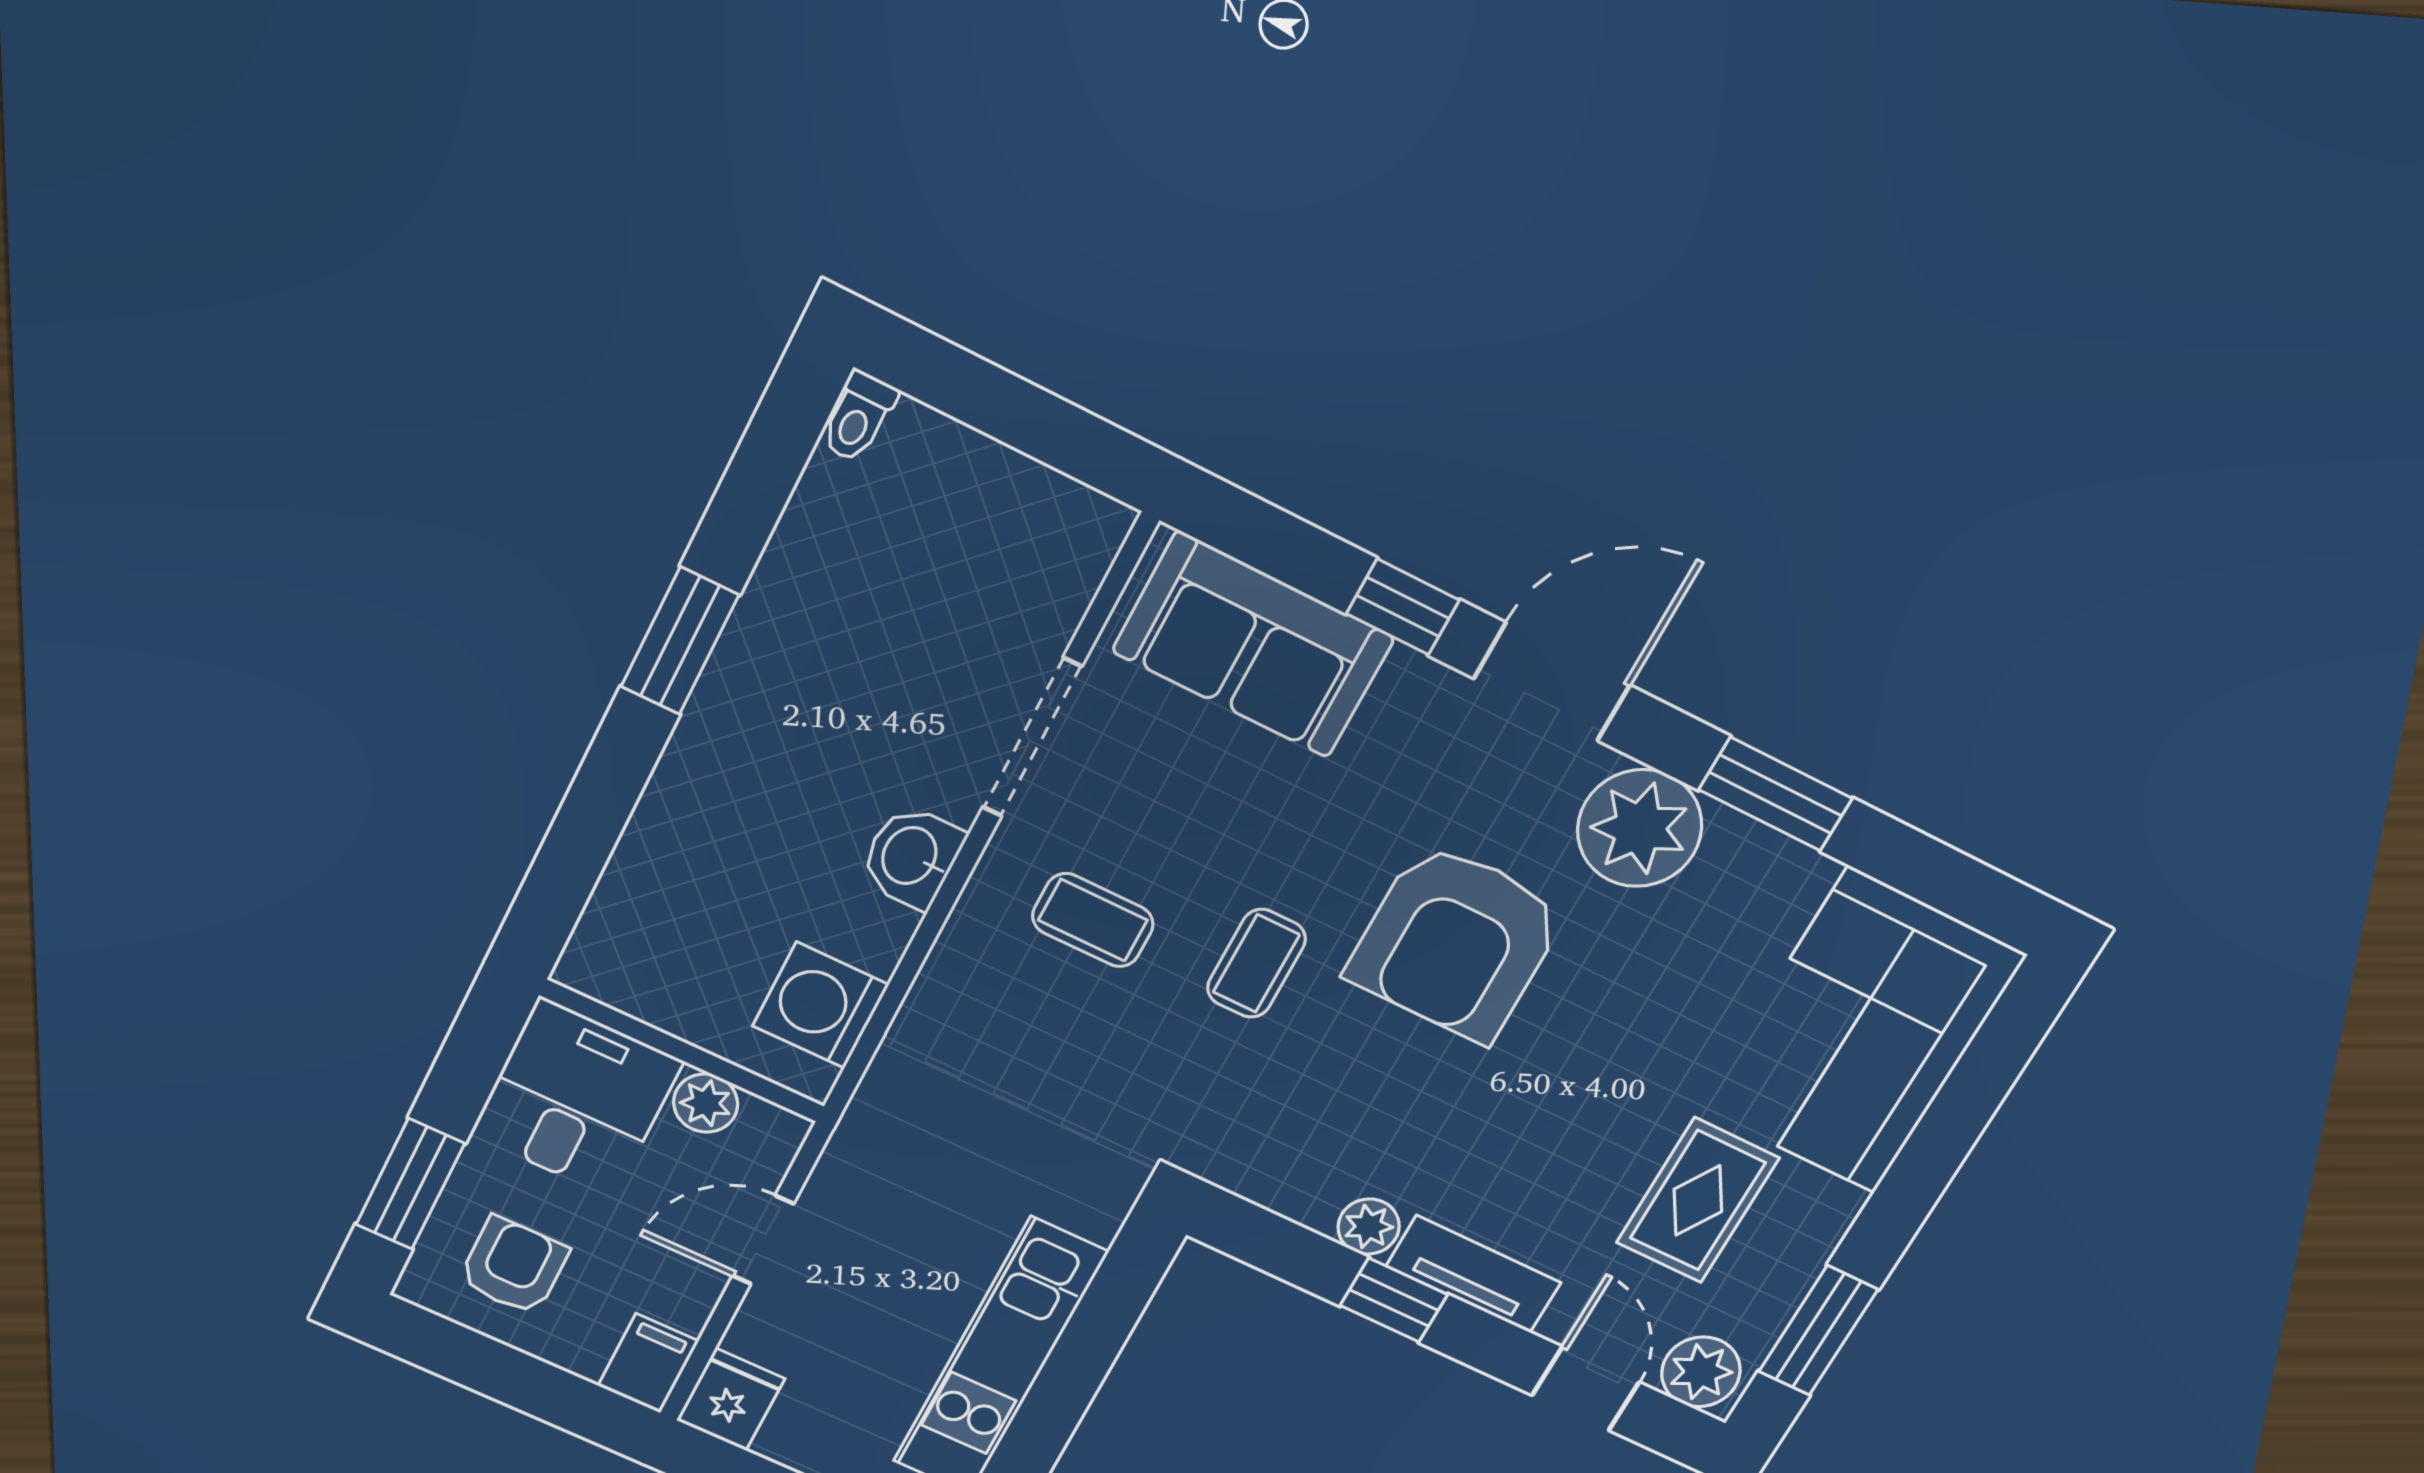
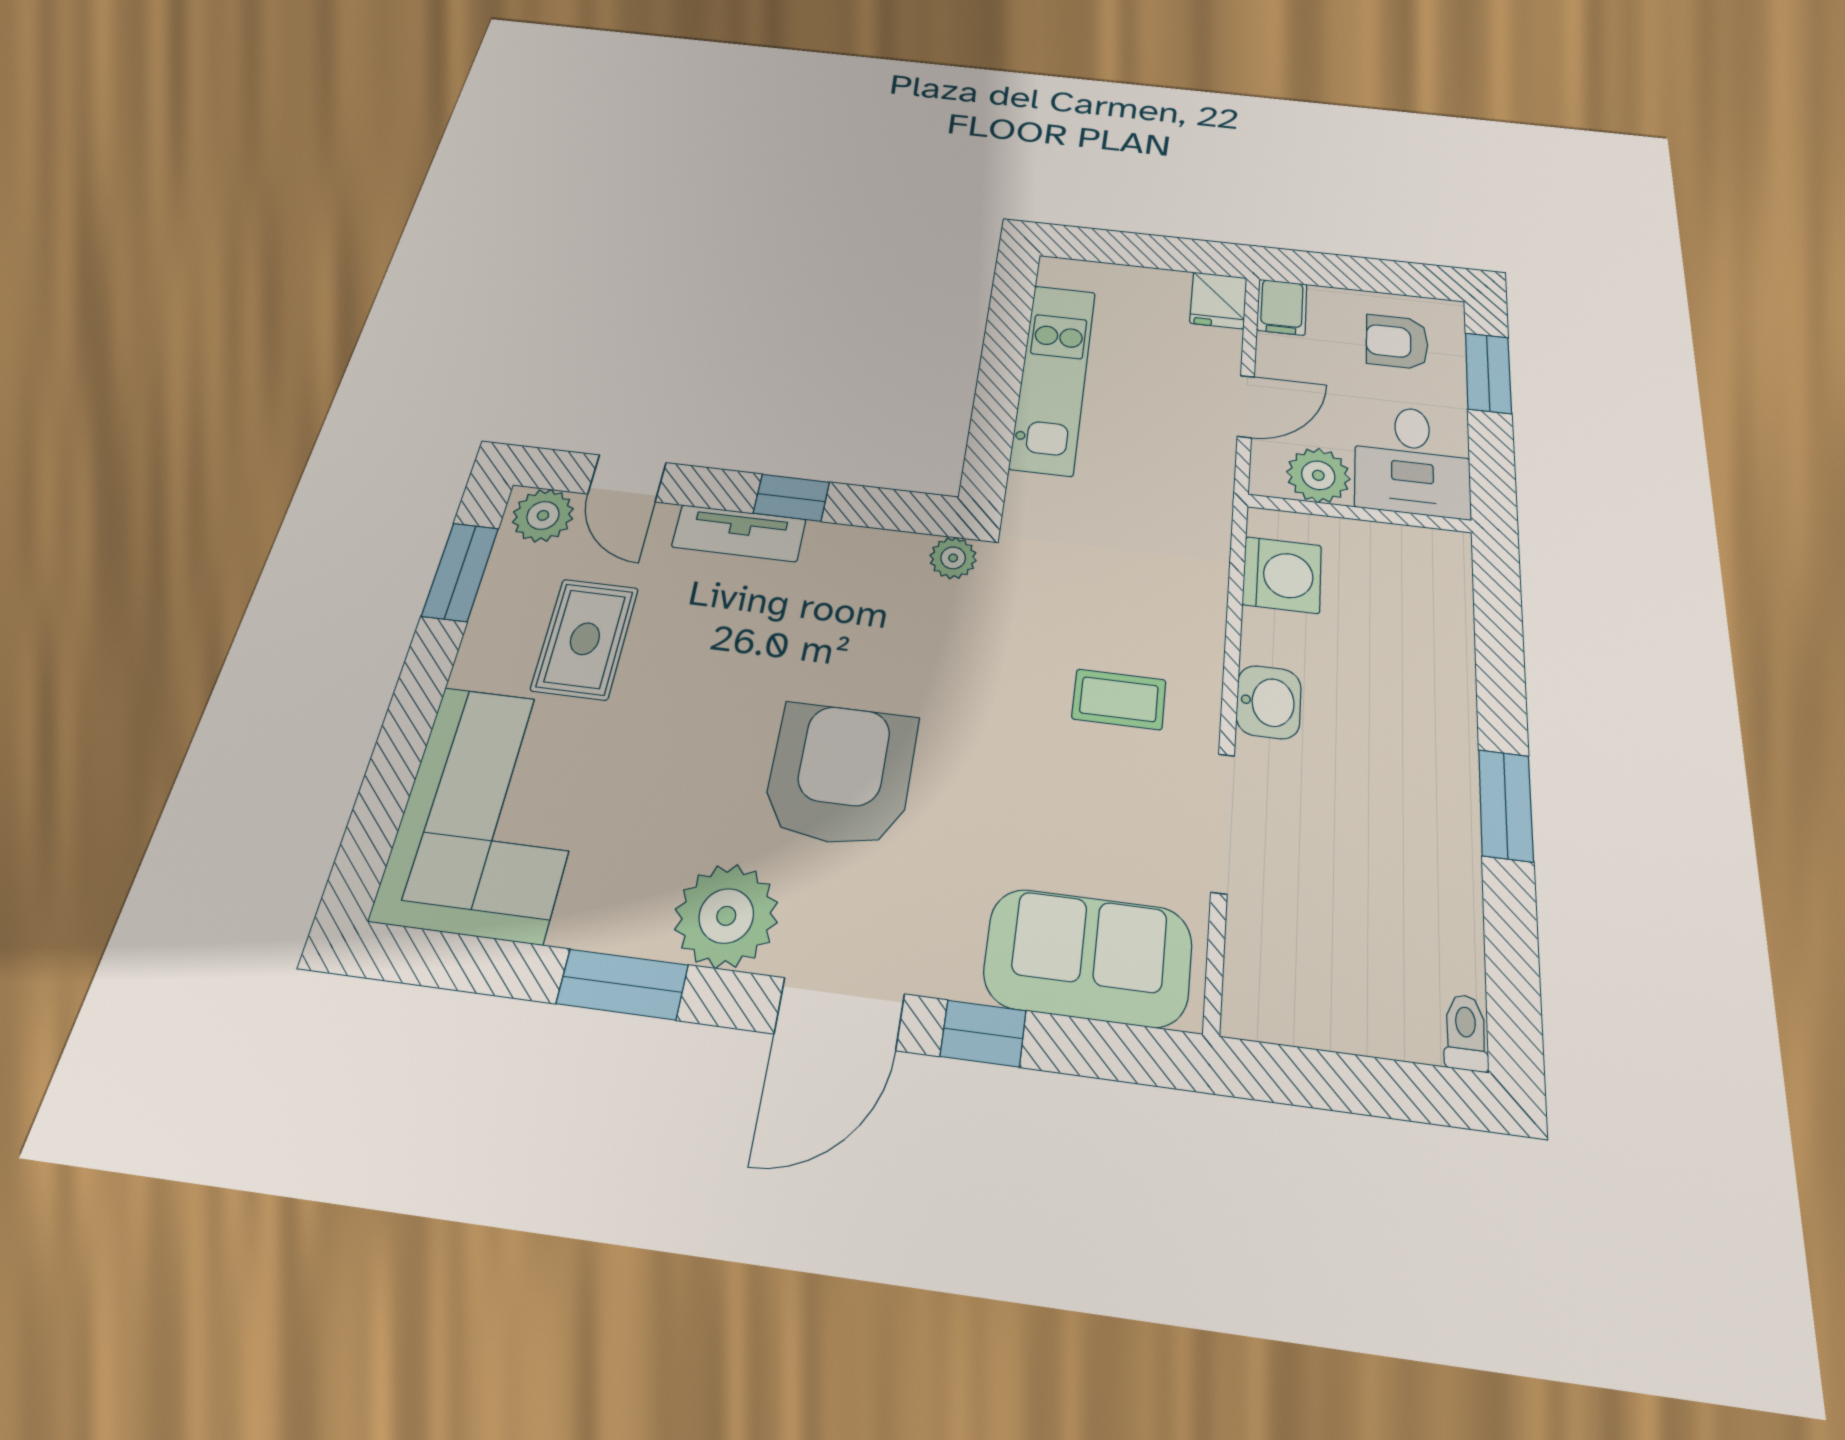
coffee table: (1256, 963) -> (986, 707), removed
plant: (706, 1103) -> (1318, 475), width x1.38, depth x1.38
plant: (1369, 1227) -> (953, 558), moved
armchair: (514, 1266) -> (1397, 342), turned 90

